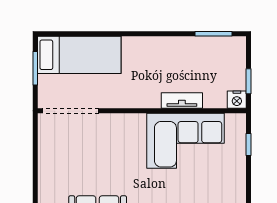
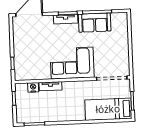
nightstand: (237, 100) -> (33, 87), moved
corner sofa: (186, 141) -> (72, 63), moved

